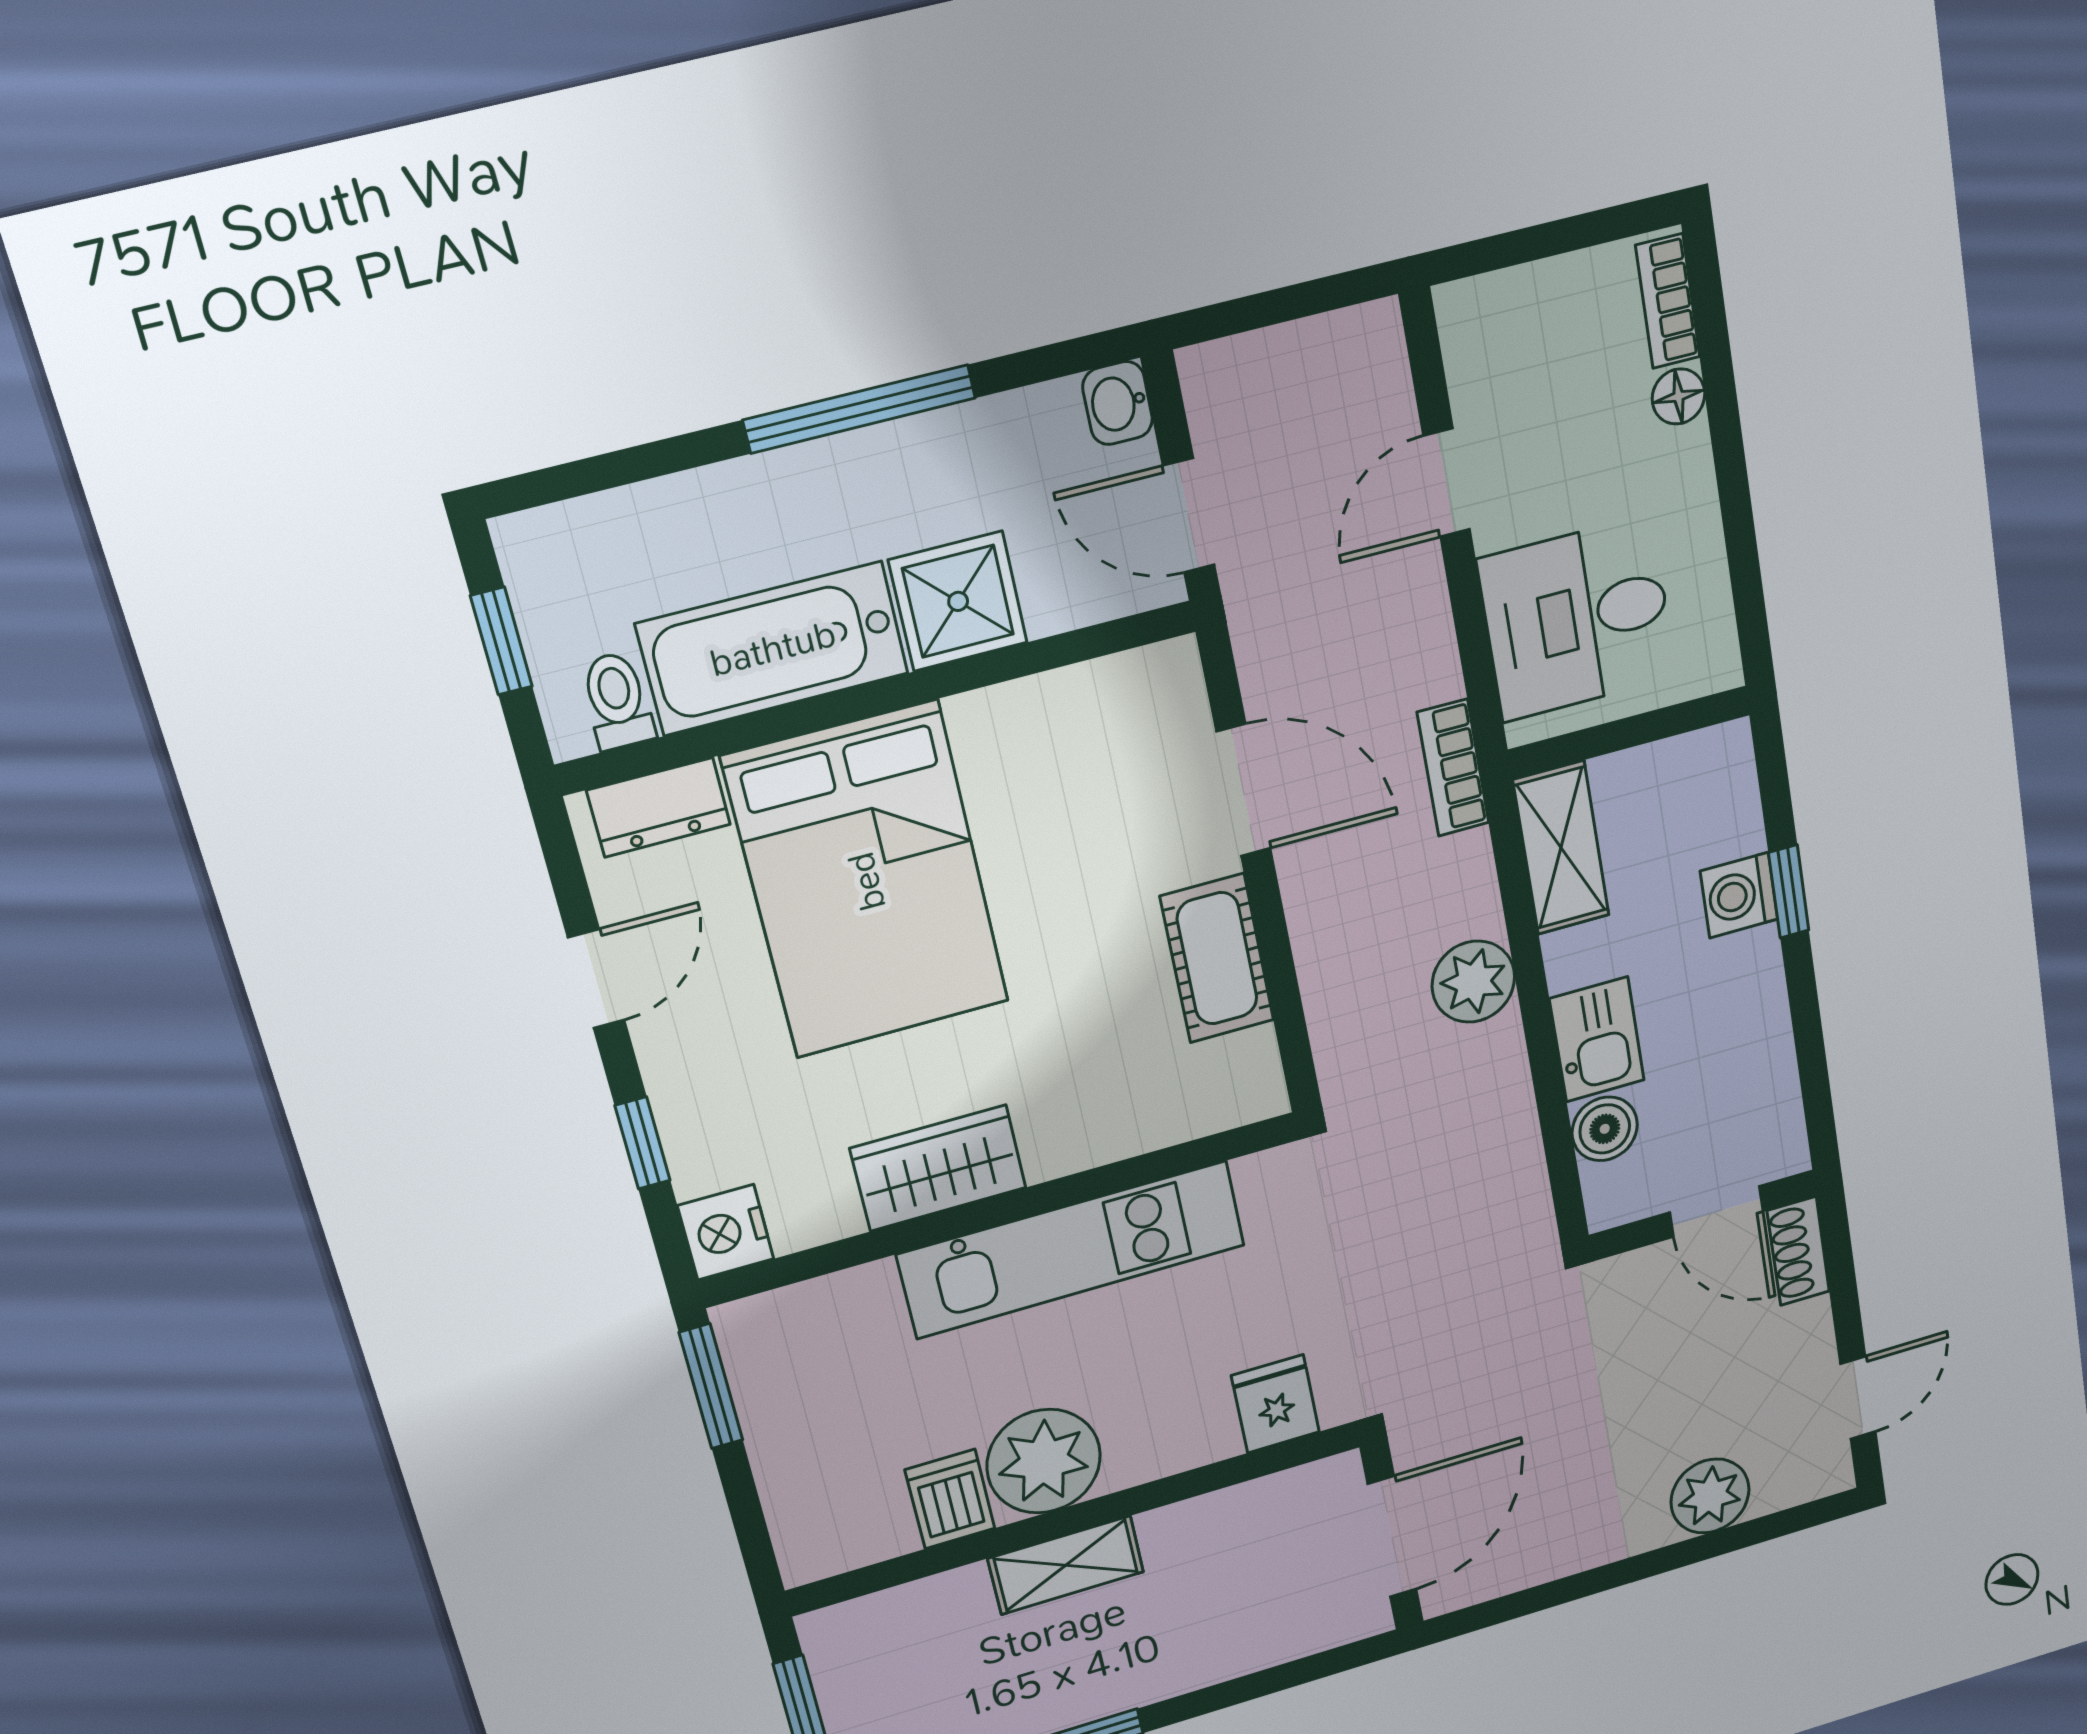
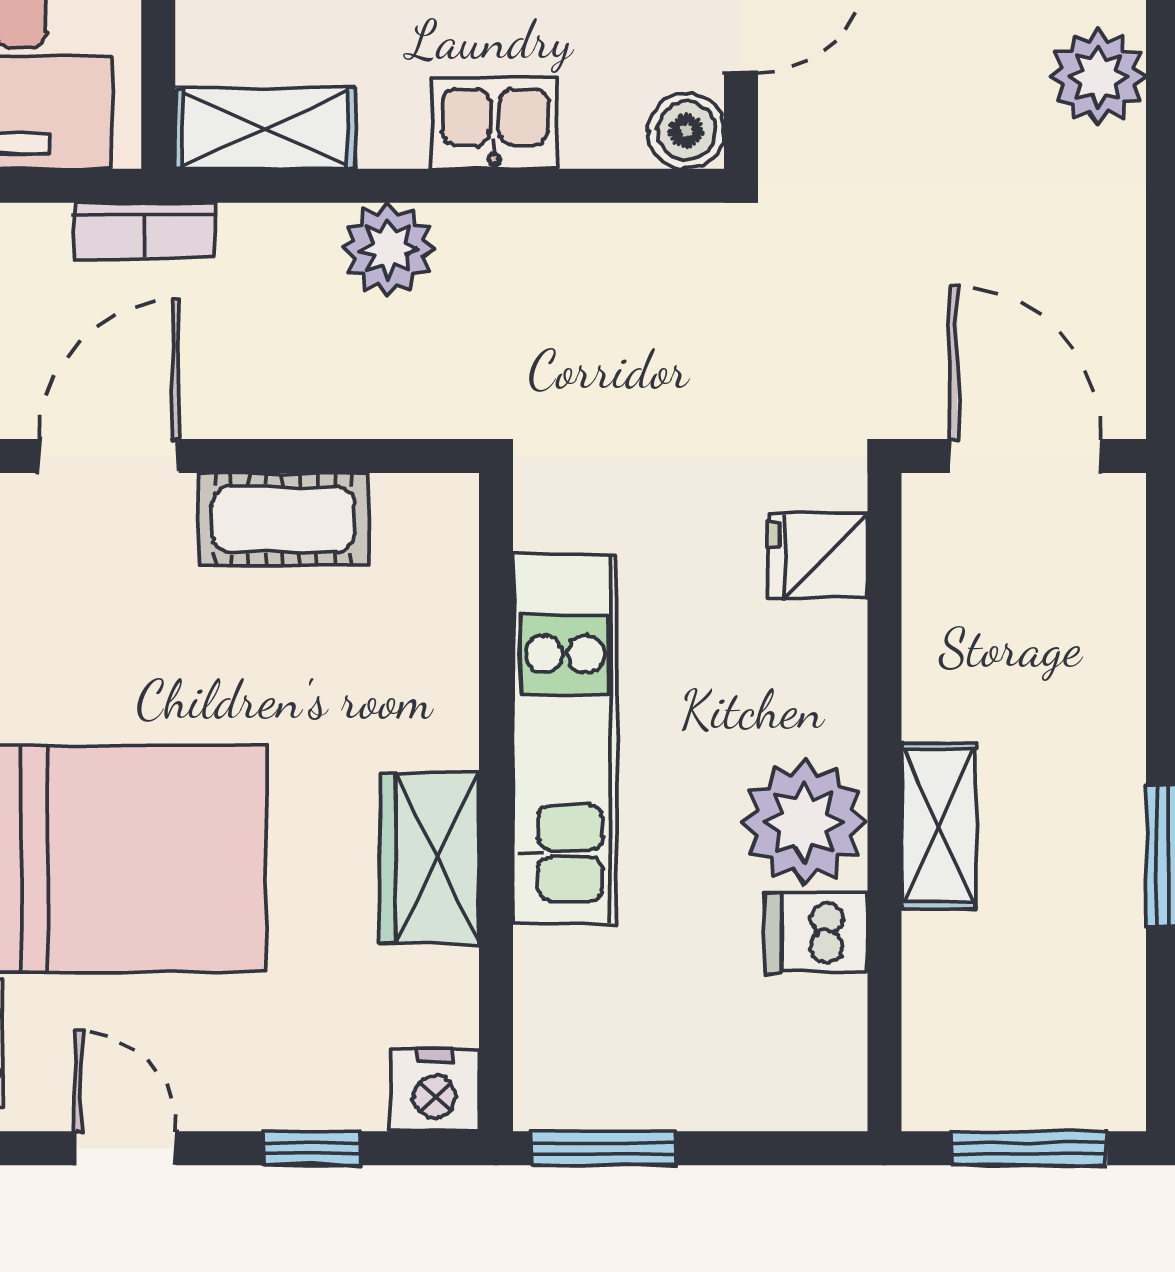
boiler: (1605, 1129) -> (686, 131), moved

